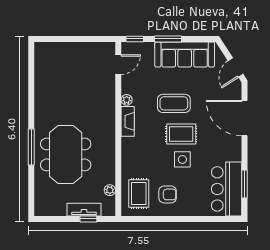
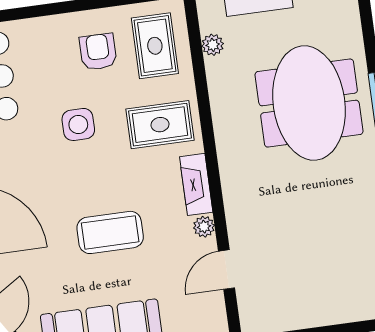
door: (118, 65) -> (227, 270), moved
rug: (181, 134) -> (160, 125), moved
armchair: (168, 194) -> (98, 52), turned 90

